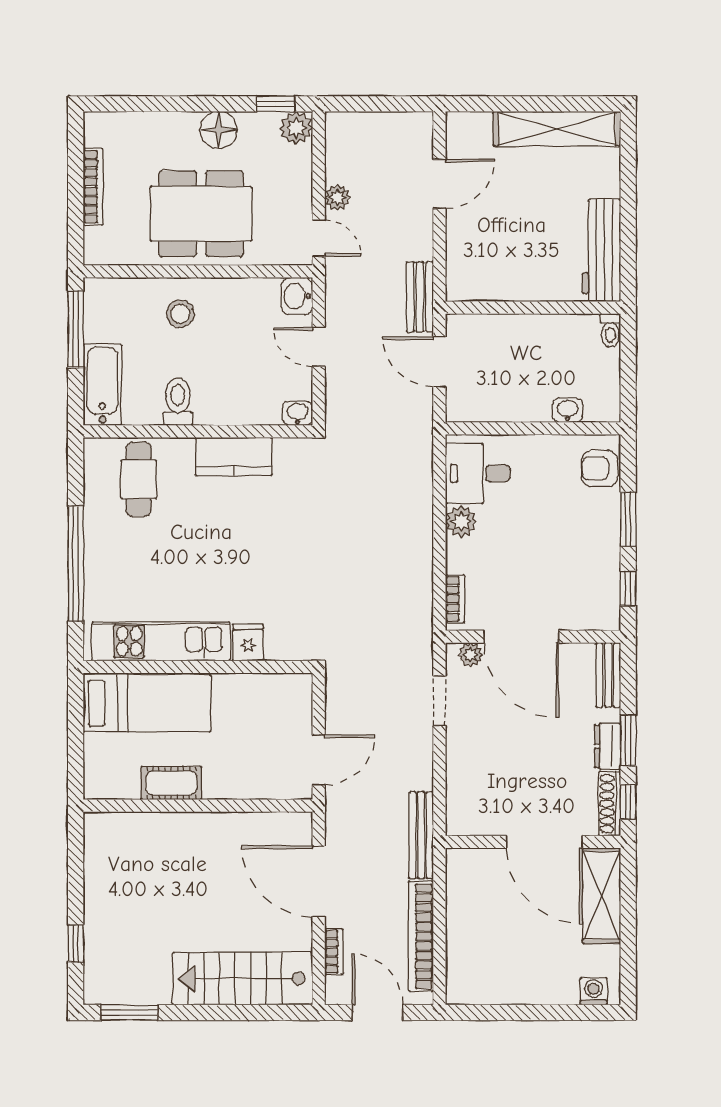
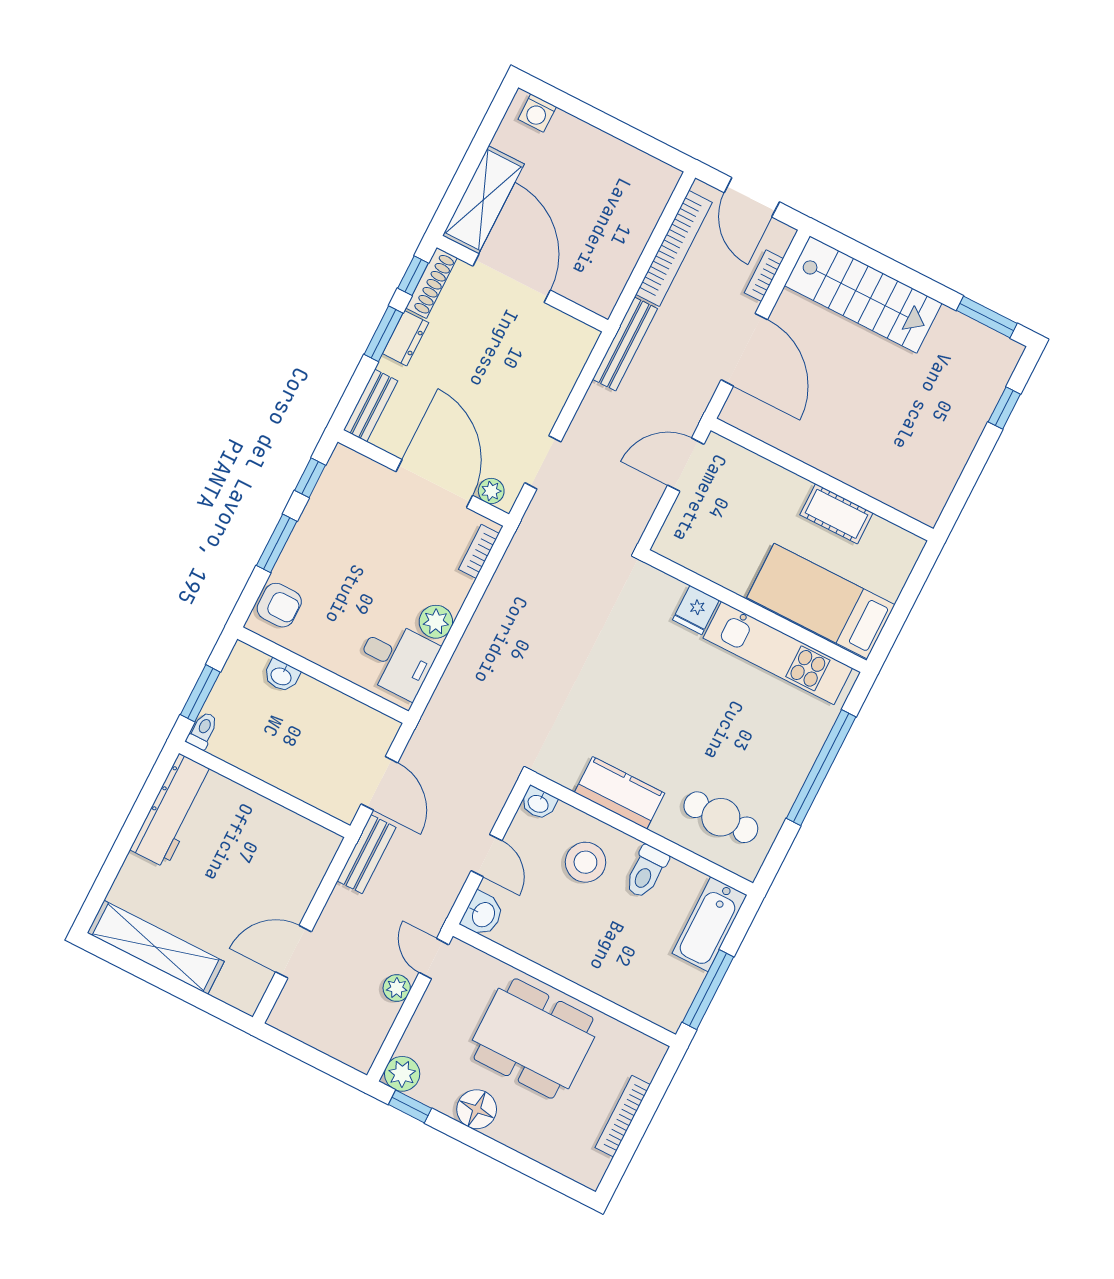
stool: (180, 314) -> (585, 862), moved, width x1.38, depth x1.38
window: (628, 361) -> (200, 693), added
cafe table: (139, 479) -> (721, 817), turned 90

